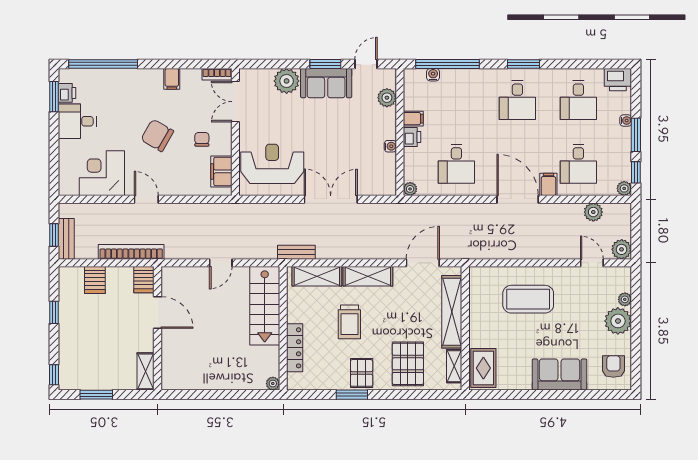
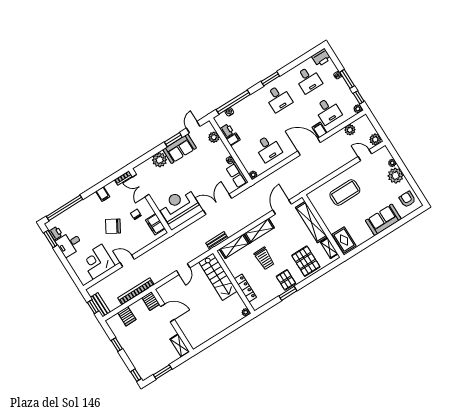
printer: (412, 137) -> (227, 131), moved
row of seats: (386, 175) -> (237, 175), added

